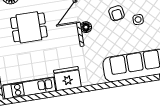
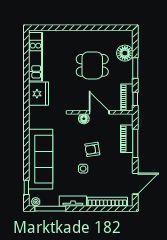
dining table: (29, 27) -> (92, 65), turned 90

